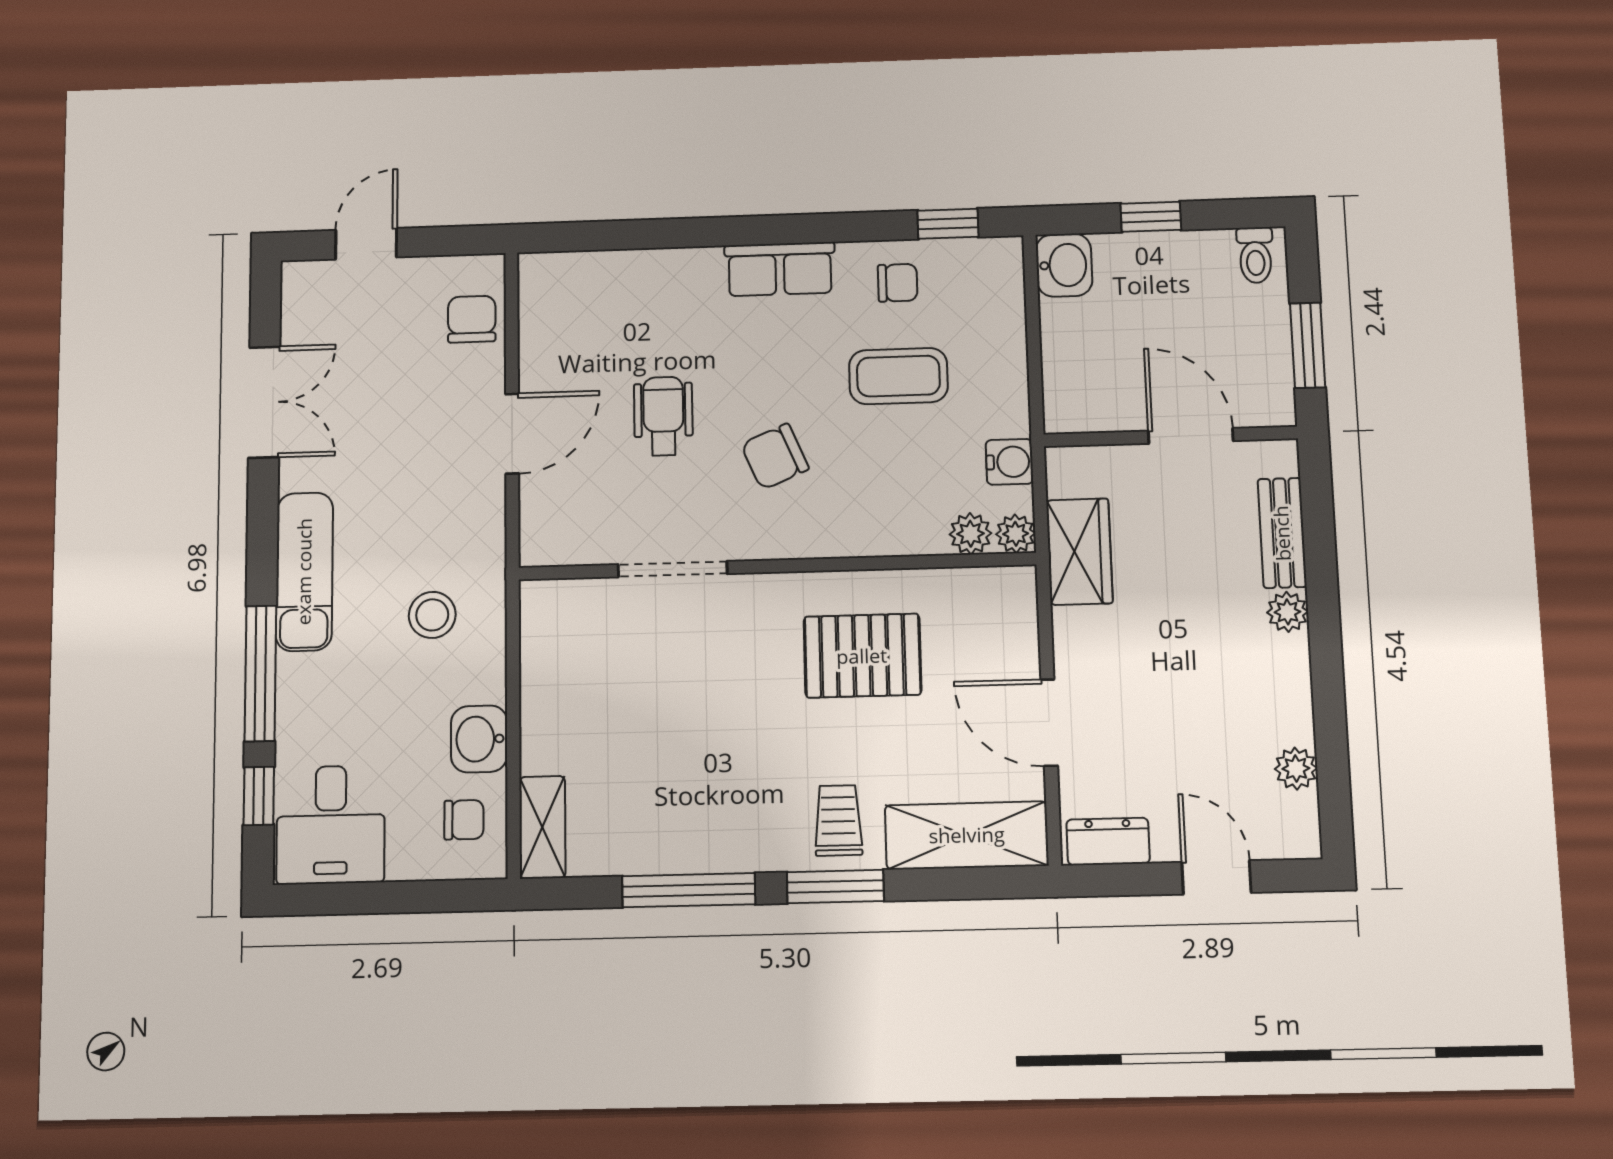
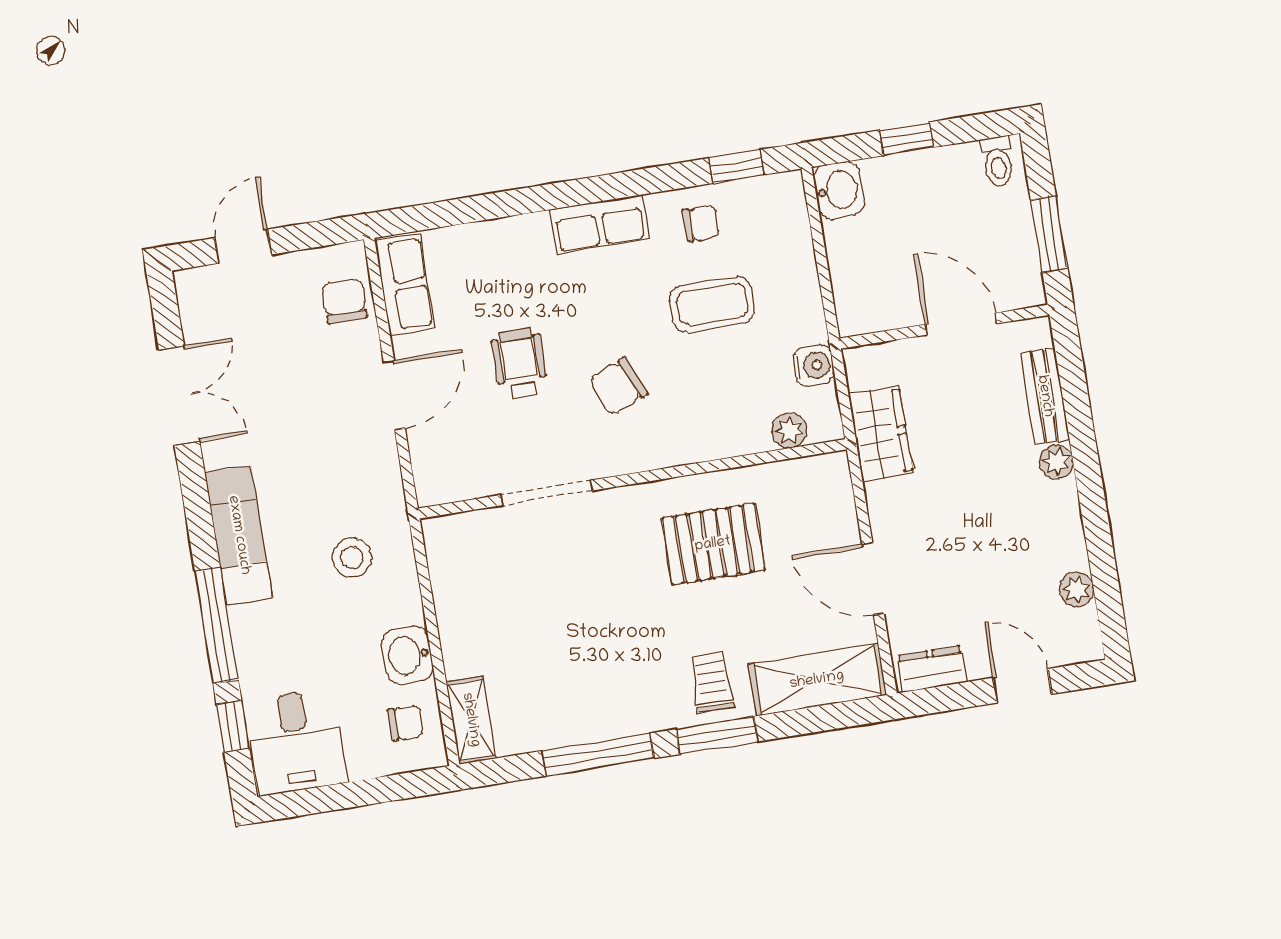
row of seats: (544, 310) -> (405, 285), added
plant: (1016, 534) -> (826, 426), removed

